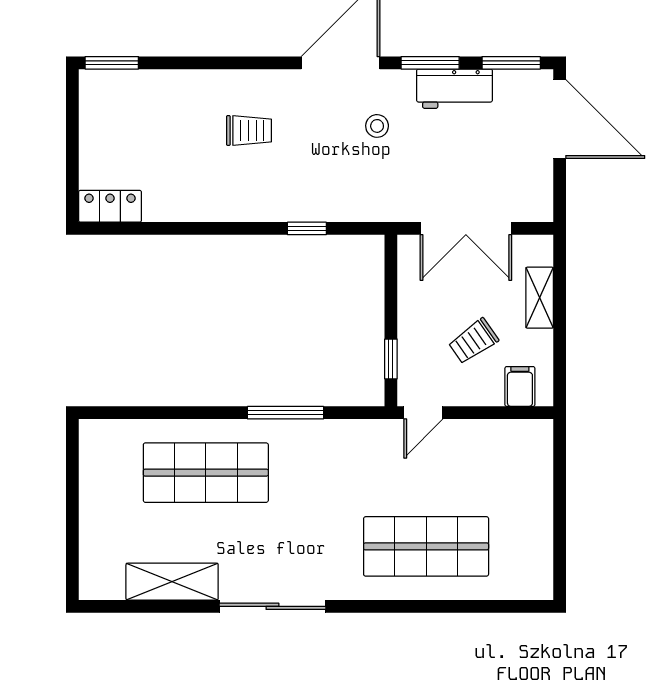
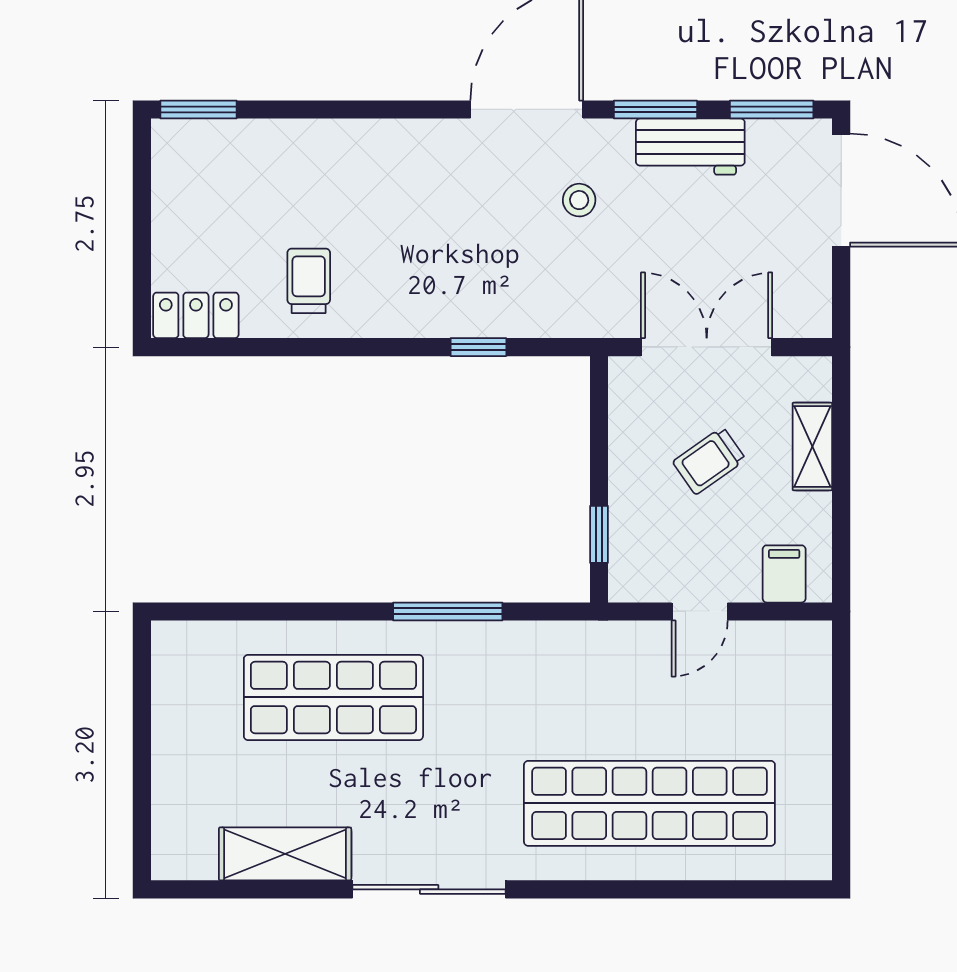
trolley: (249, 130) -> (309, 281), moved, turned -90
double door: (466, 228) -> (707, 347), swing flipped
trolley: (473, 341) -> (709, 461), moved
door: (423, 413) -> (700, 611), moved
shop shelf: (426, 546) -> (649, 803), width x1.40

